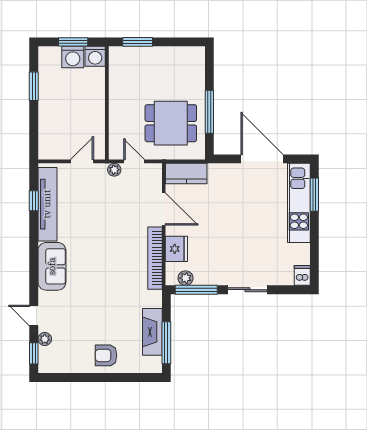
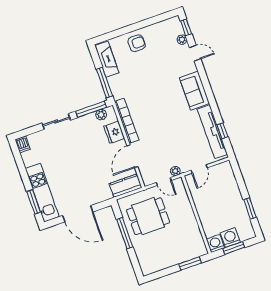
door: (164, 209) -> (132, 156), hinge flipped
fireplace: (152, 332) -> (107, 59), moved
window: (166, 343) -> (104, 83), moved

